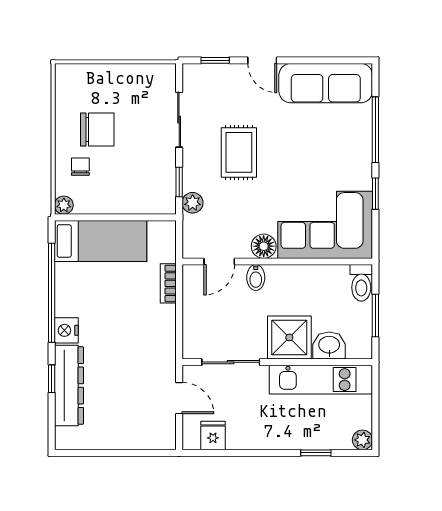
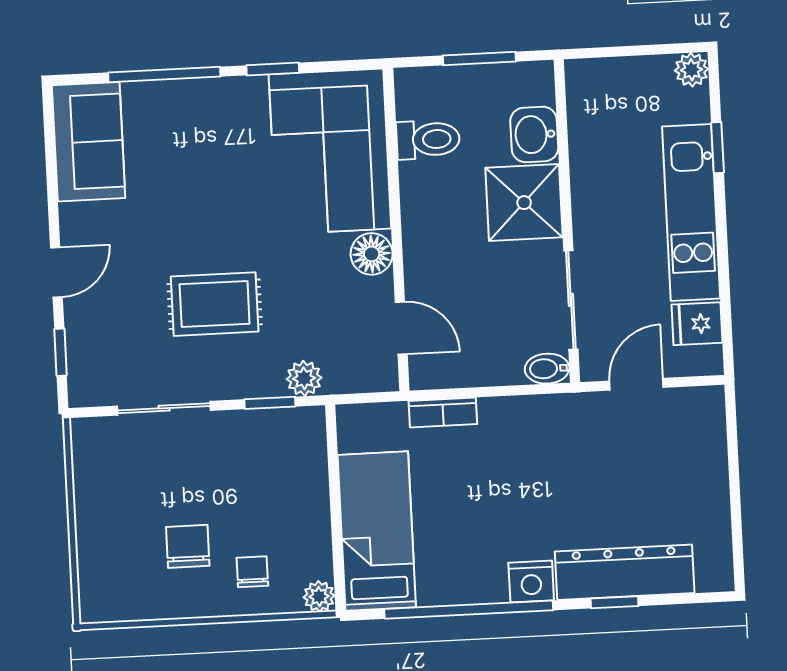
sofa: (326, 83) -> (89, 142), width x0.73
chair: (97, 129) -> (188, 546), width x0.73, depth x0.73
chair: (80, 167) -> (252, 572), turned 90
bidet: (256, 278) -> (547, 369), moved, turned 180
toilet: (361, 283) -> (428, 139), moved
kitchen unit: (321, 380) -> (691, 213), moved, turned 180

